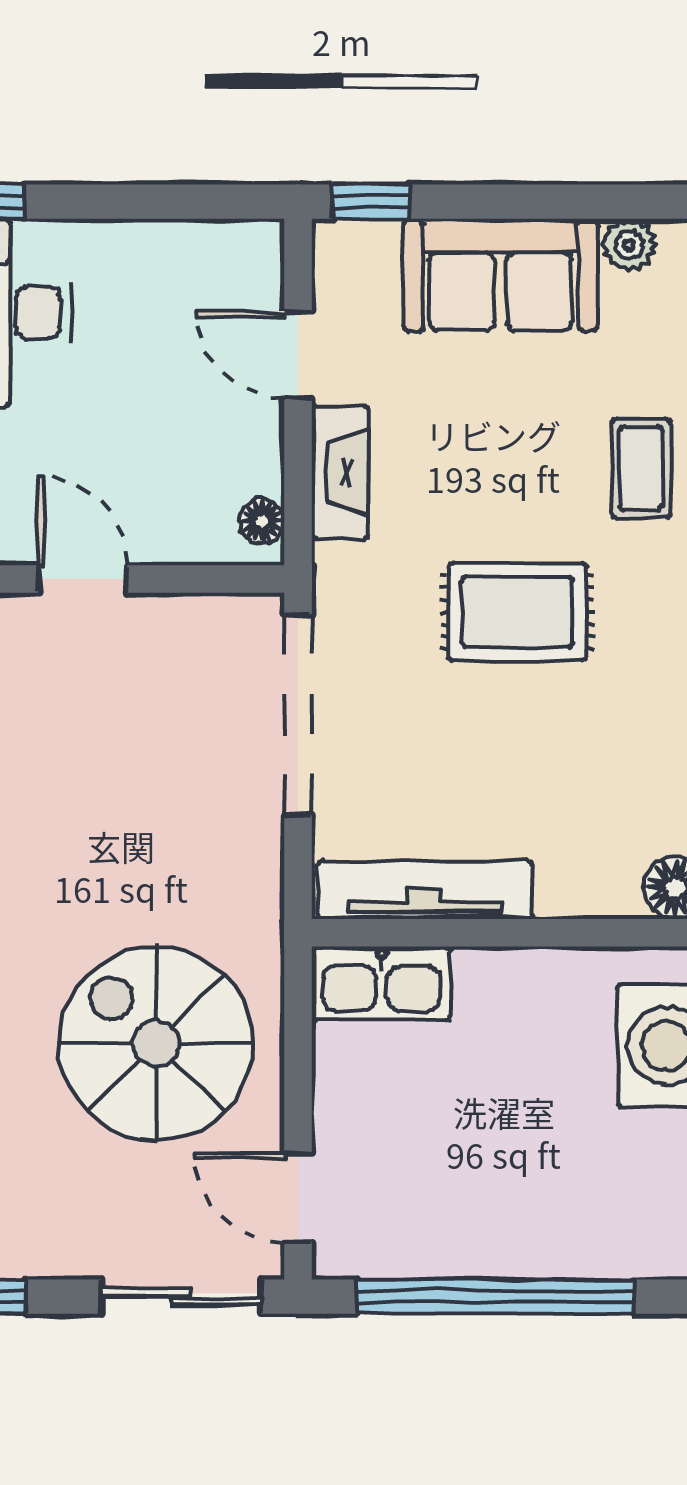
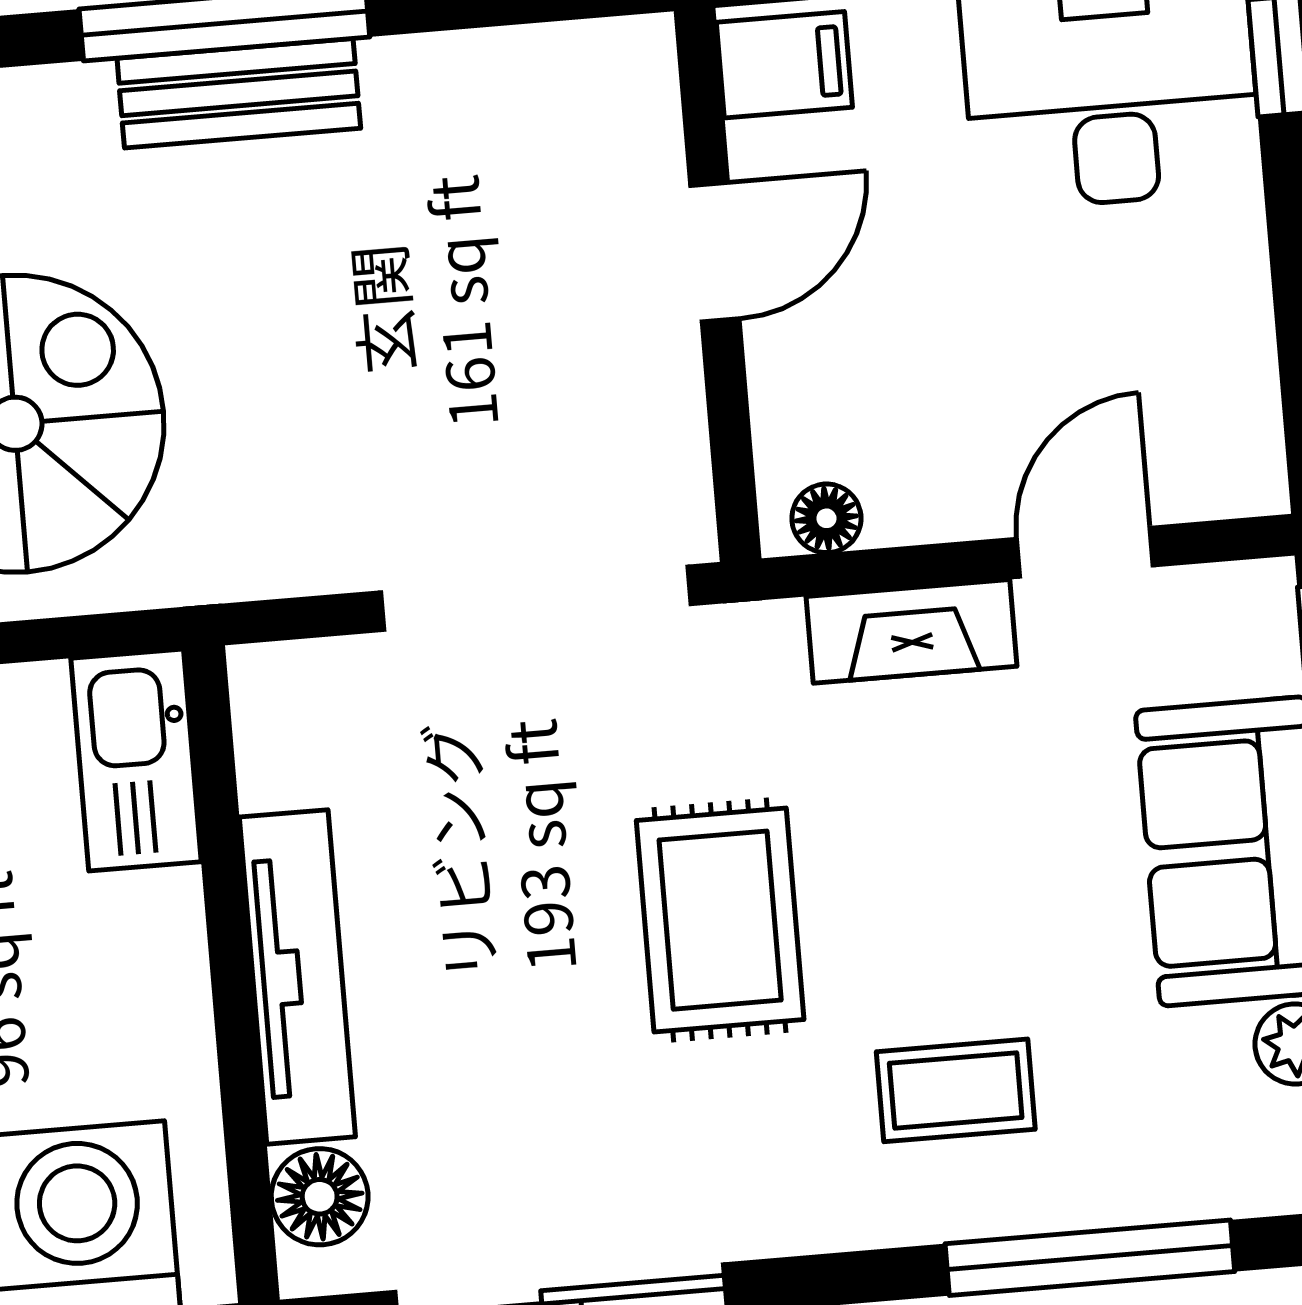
tv unit: (425, 890) -> (297, 977), moved

